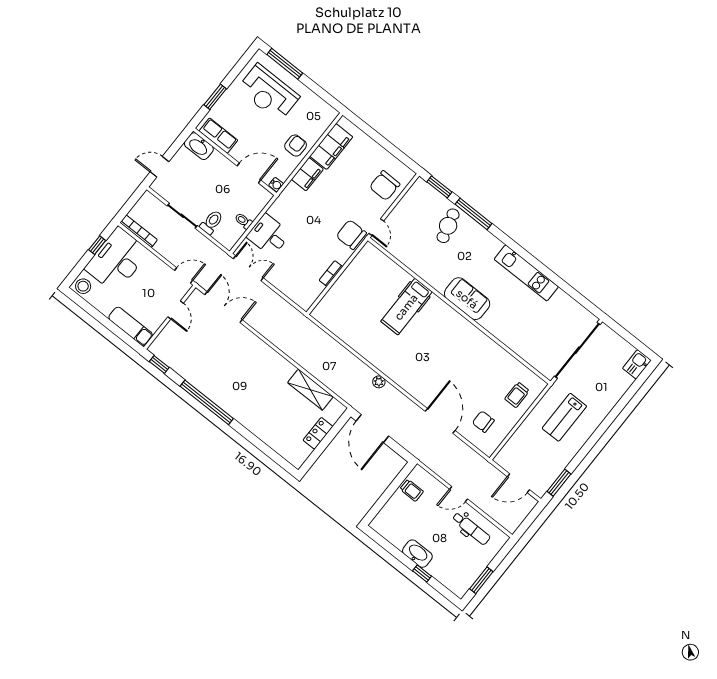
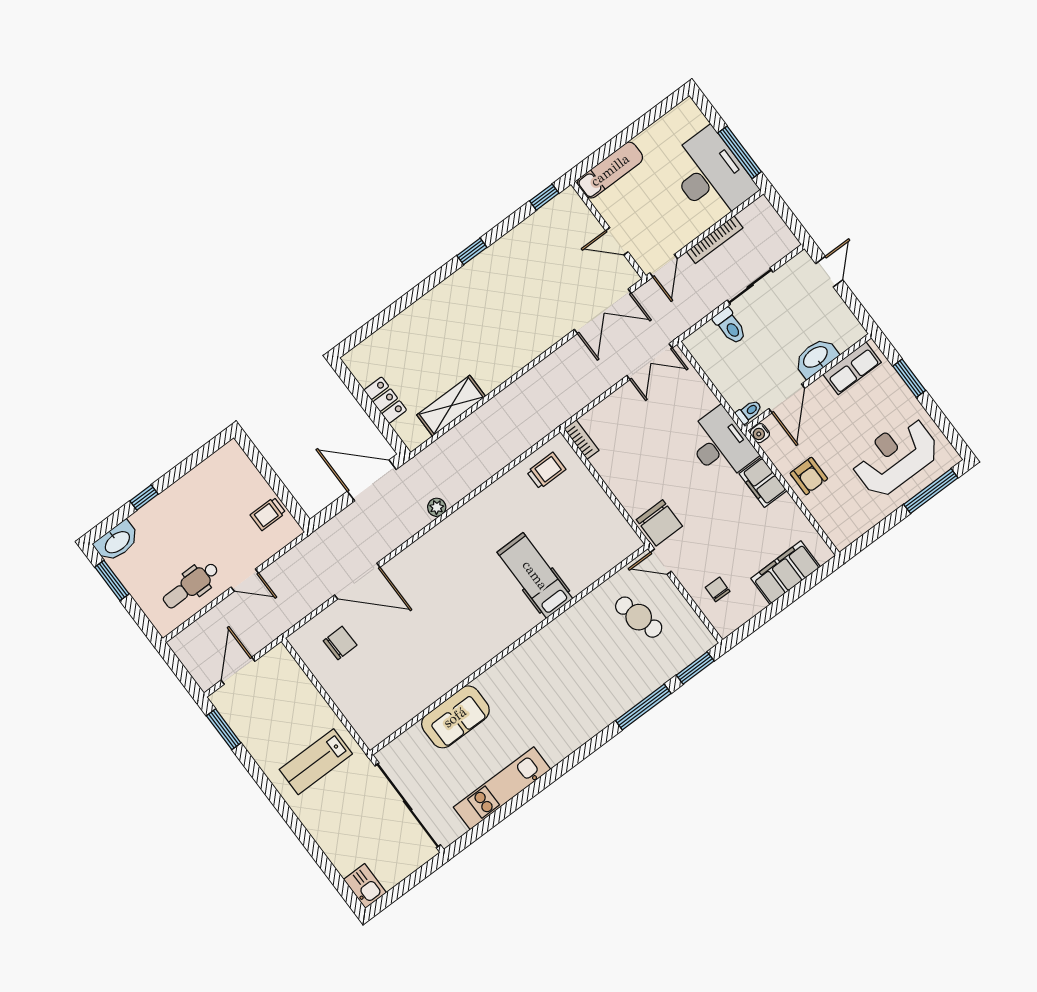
washbasin: (199, 146) -> (816, 358), moved
filing cabinet: (331, 147) -> (786, 573), moved, turned 90
chair: (385, 186) -> (718, 589), width x0.54, depth x0.54
toilet: (244, 221) -> (749, 412), moved
cafe table: (448, 226) -> (639, 617), moved
bookcase: (139, 231) -> (715, 240), moved
desk: (269, 235) -> (721, 445), moved, width x1.37
chair: (351, 235) -> (659, 523), turned 90
window: (97, 245) -> (740, 152), width x2.17
kitchen unit: (526, 273) -> (502, 788), moved
bookcase: (331, 274) -> (582, 440), moved
stool: (83, 286) -> (686, 117), removed
sofa: (467, 299) -> (455, 717), moved
trolley: (517, 395) -> (546, 471), moved, turned 90
window: (207, 402) -> (472, 251), width x0.32
lab bench: (564, 417) -> (316, 762), turned -90
door: (459, 494) -> (245, 580), swing flipped
washbasin: (417, 554) -> (117, 542), moved

